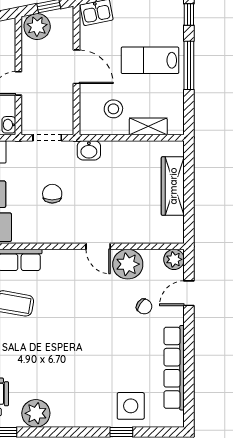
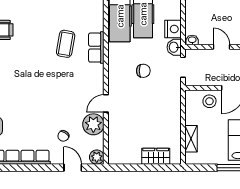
stool: (113, 109) -> (209, 101), moved
washbasin: (89, 150) -> (174, 47), moved
wardrobe: (173, 186) -> (156, 156), width x0.67

